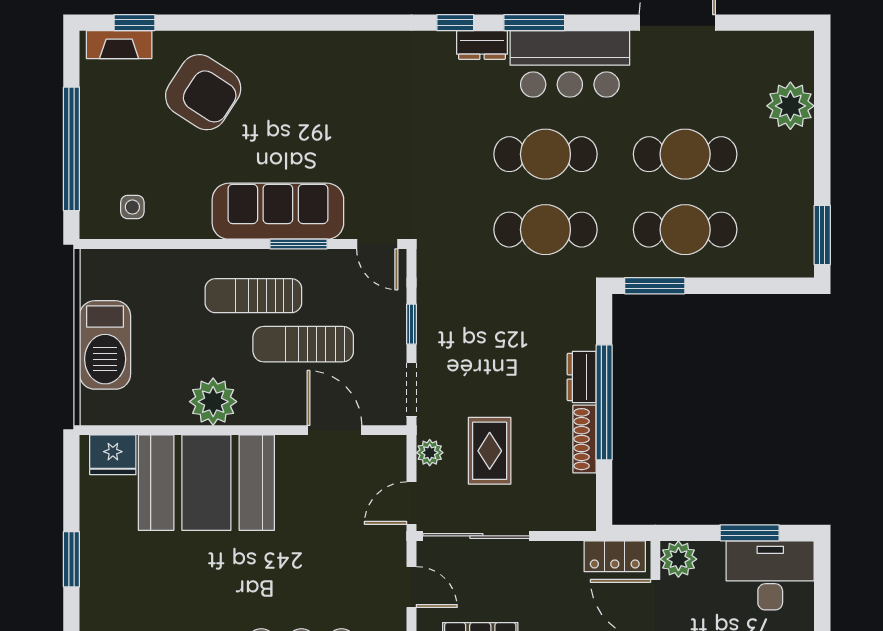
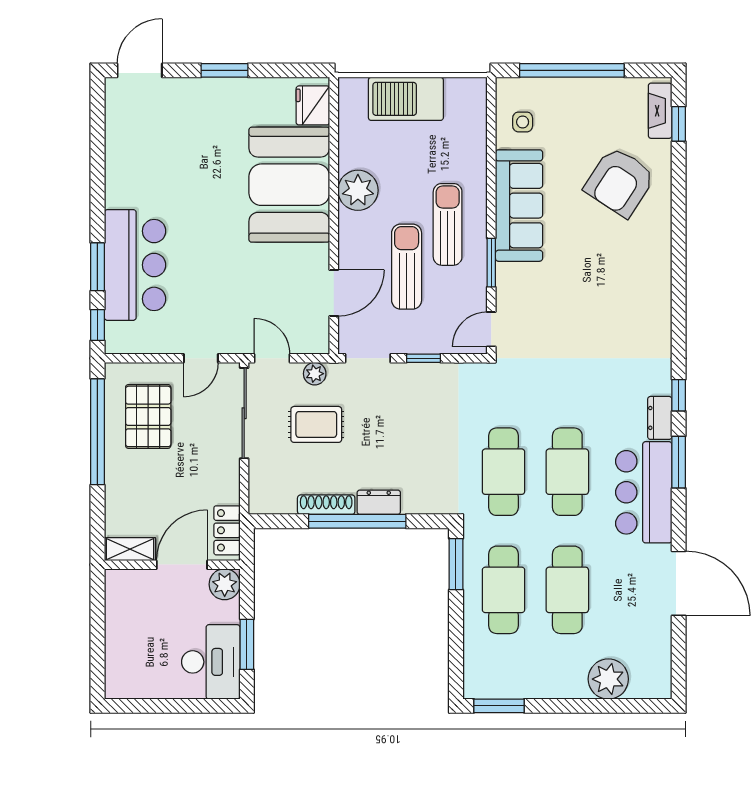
sofa: (278, 211) -> (519, 206), moved

